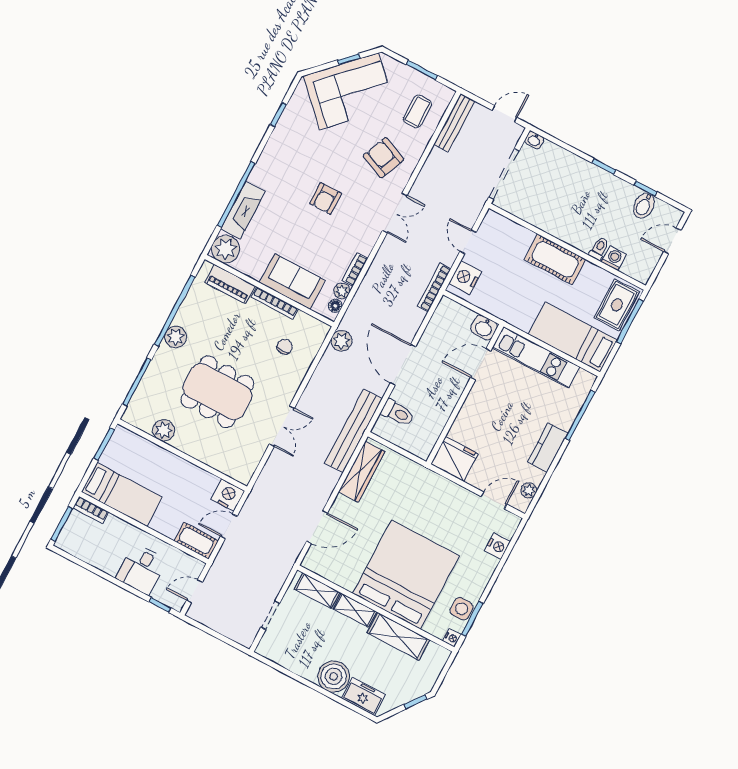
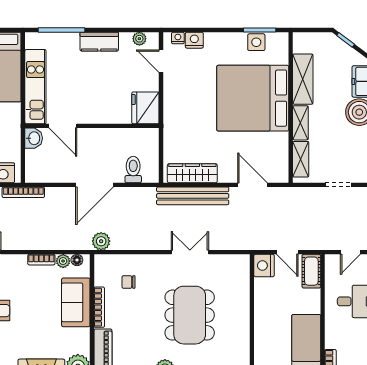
plant: (164, 430) -> (241, 340), removed
bench: (353, 431) -> (193, 196), moved
door: (195, 591) -> (350, 252), hinge flipped
nightstand: (452, 638) -> (178, 38), moved

